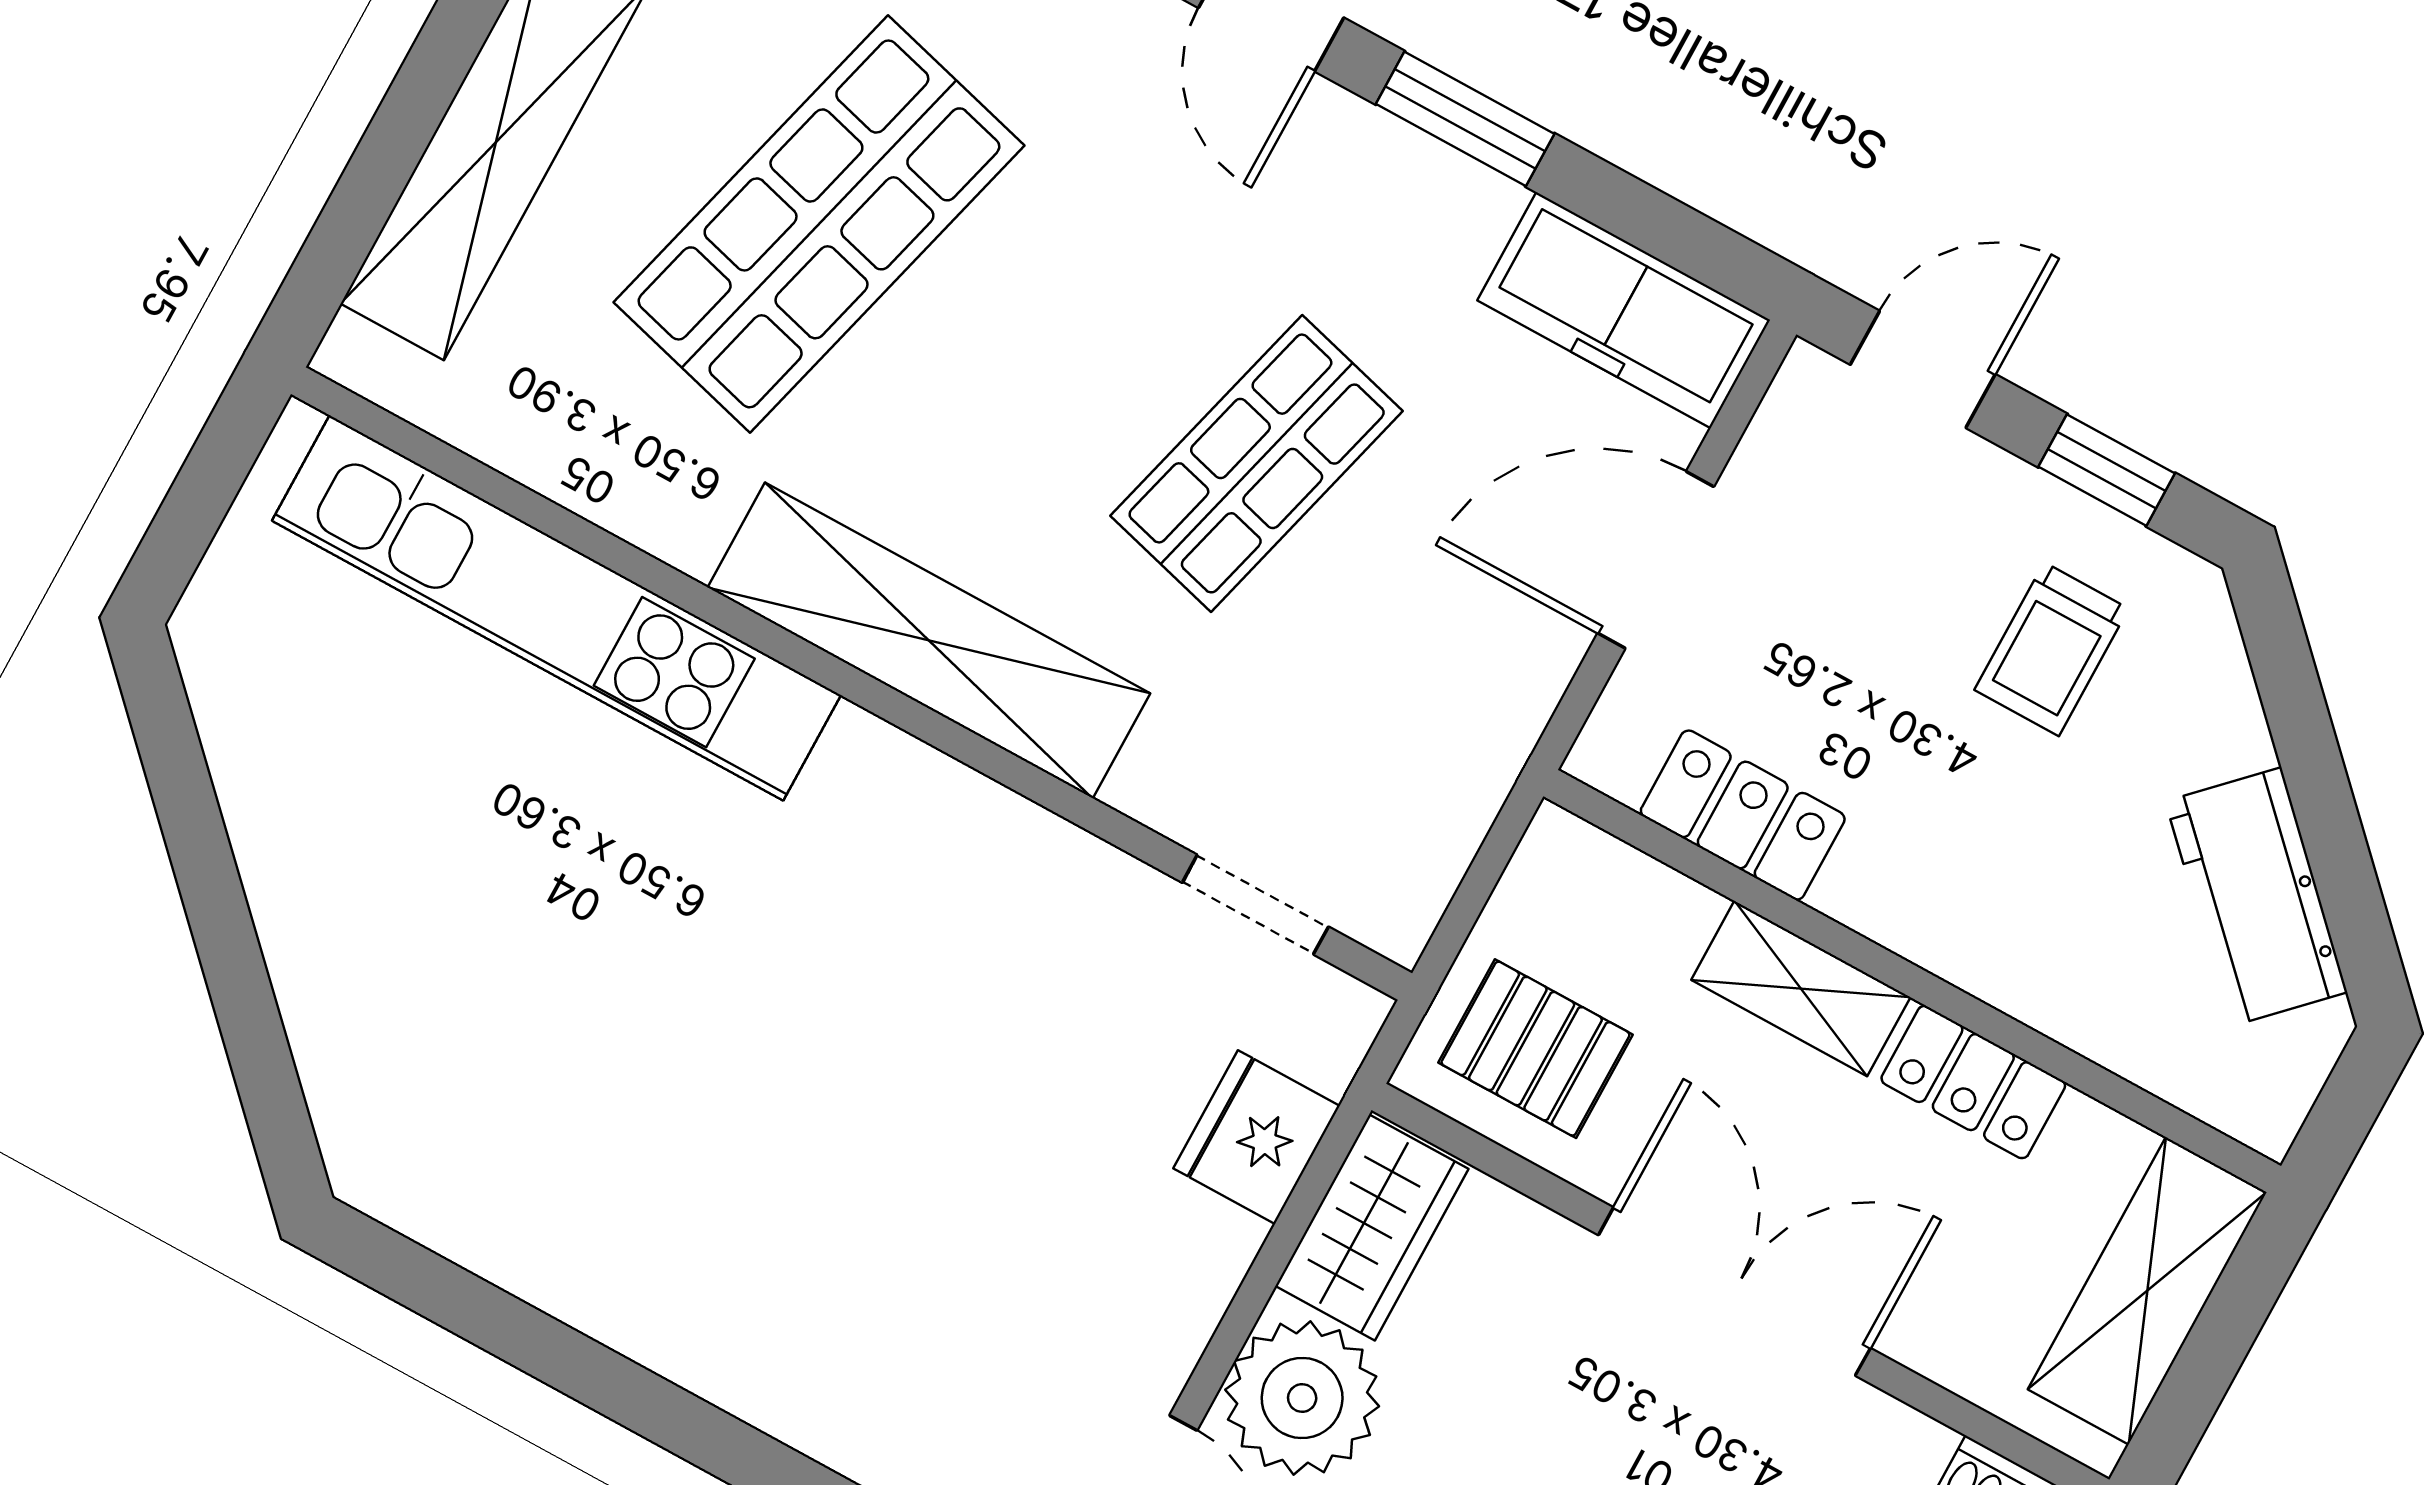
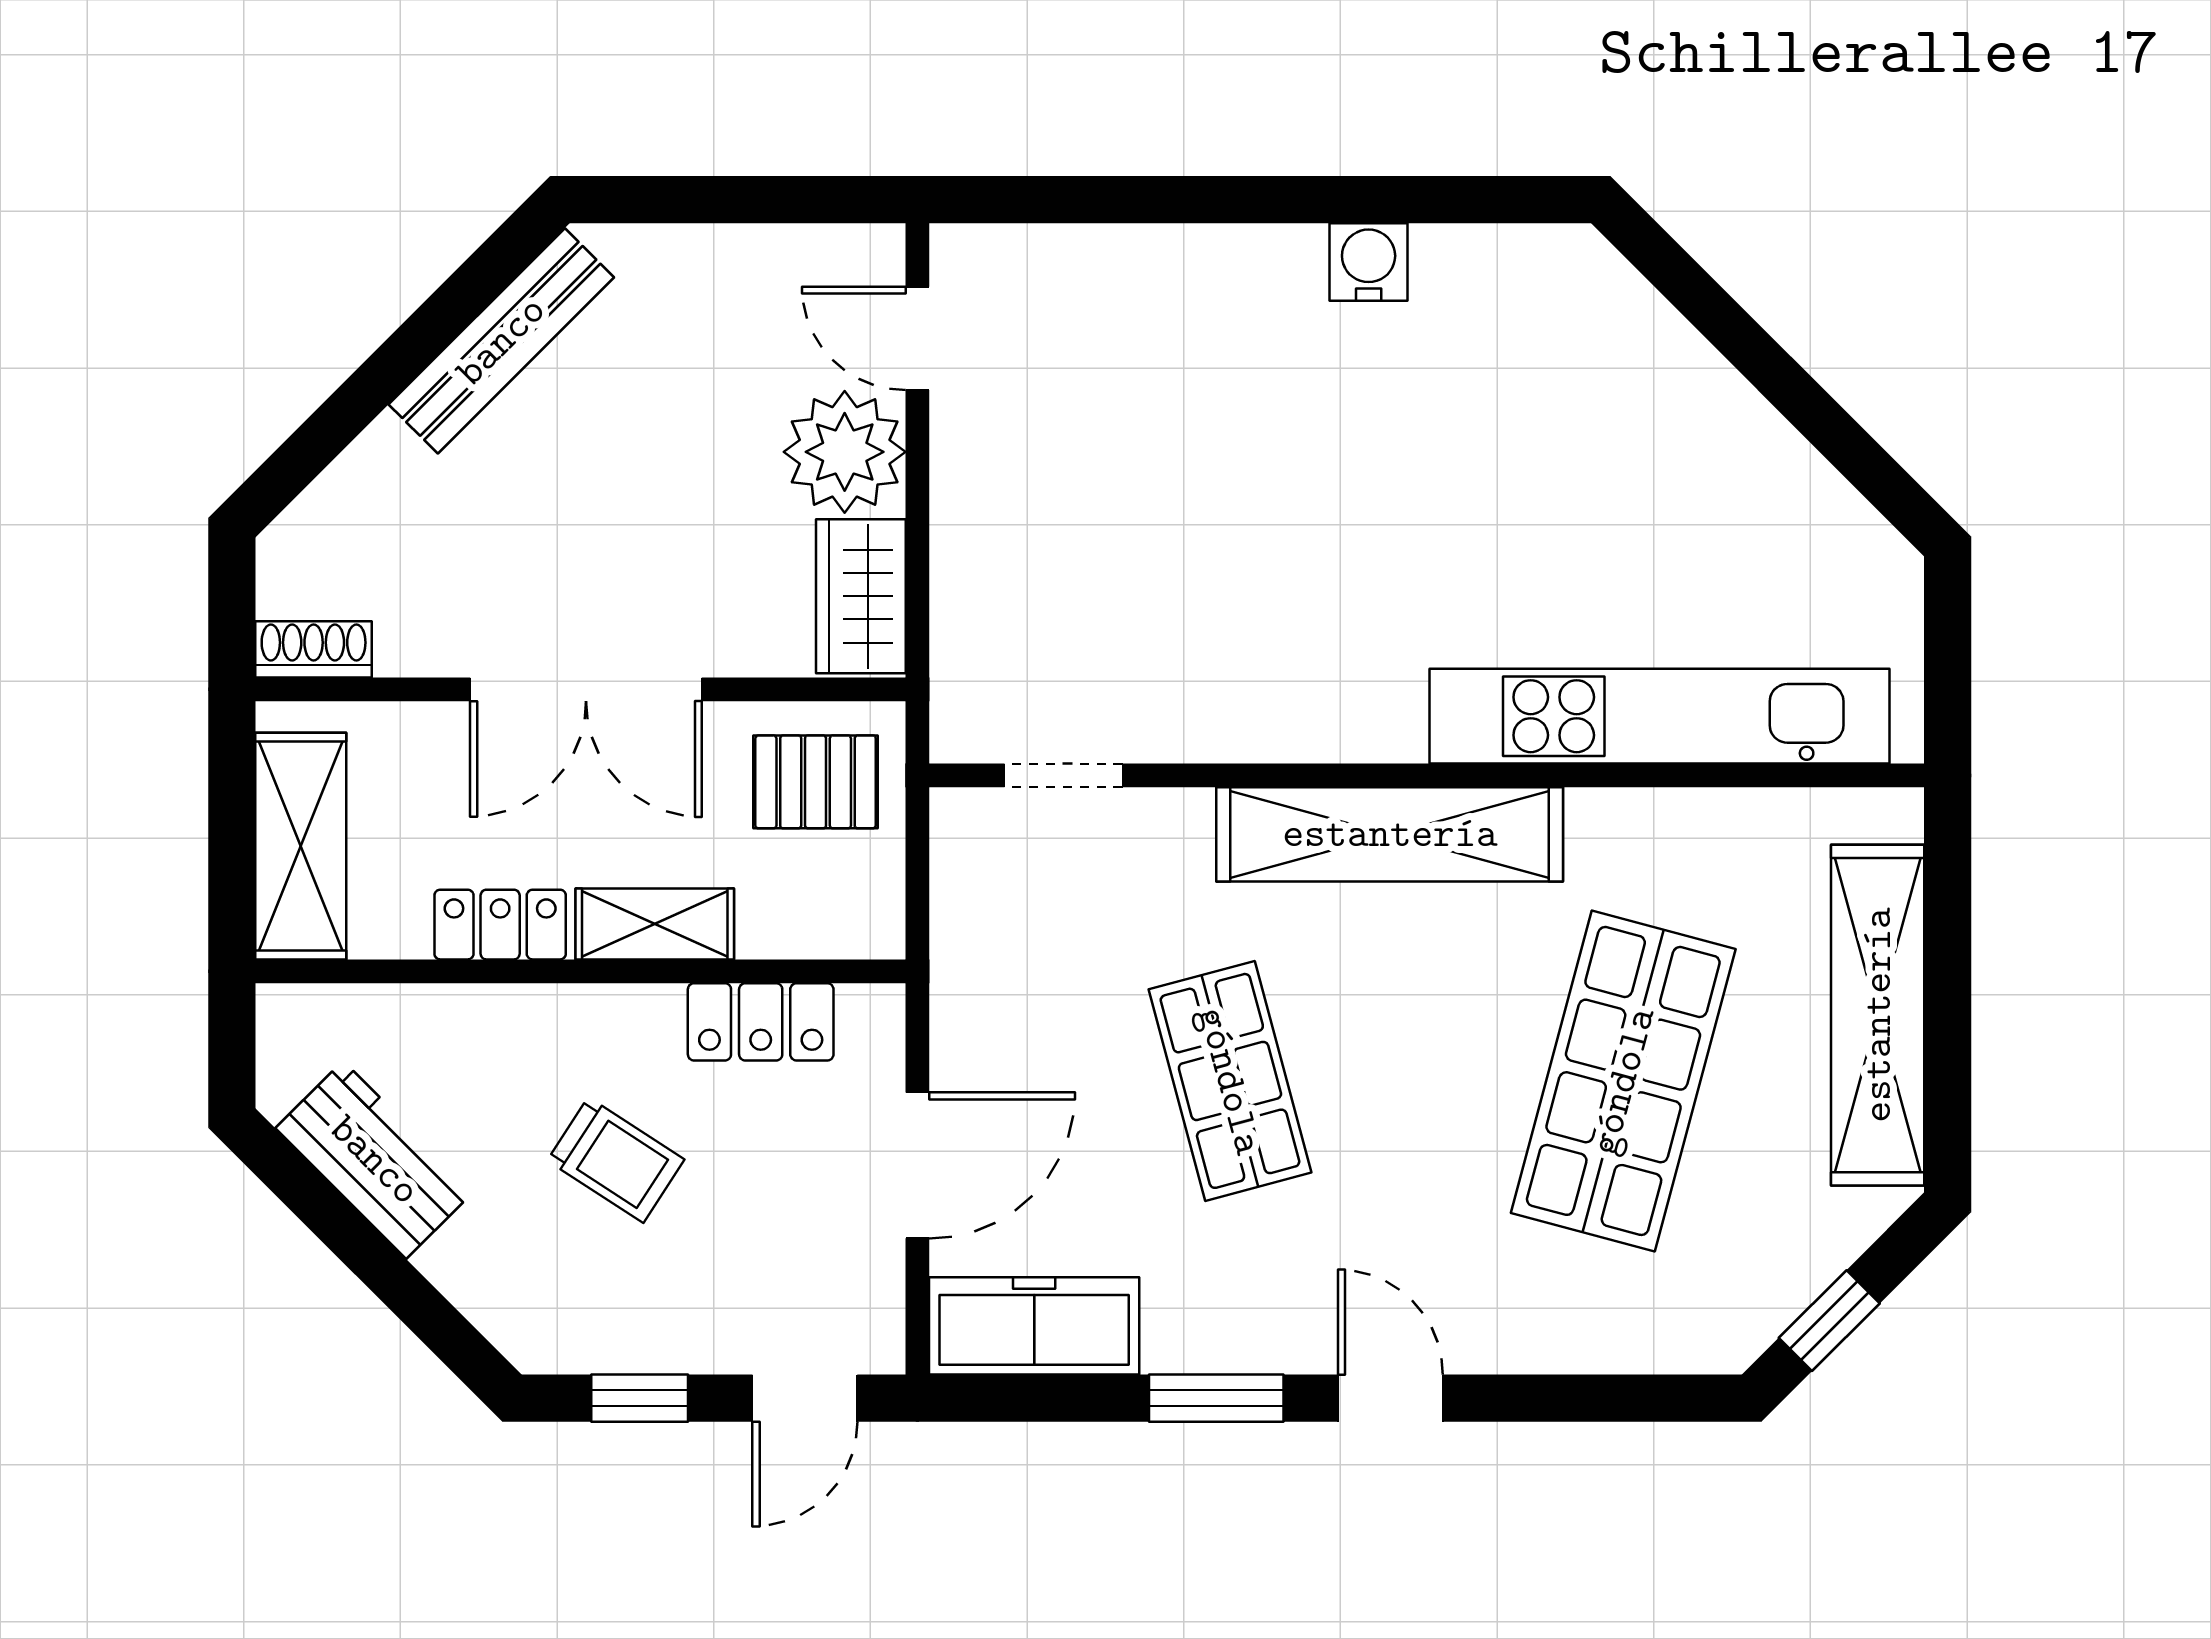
shop shelf: (1257, 463) -> (1230, 1081), turned -30
trolley: (2052, 649) -> (616, 1160), moved, turned 123
fridge: (1257, 1137) -> (975, 615), removed
water cooler: (604, 1290) -> (1369, 262), added

